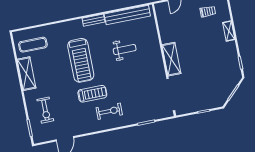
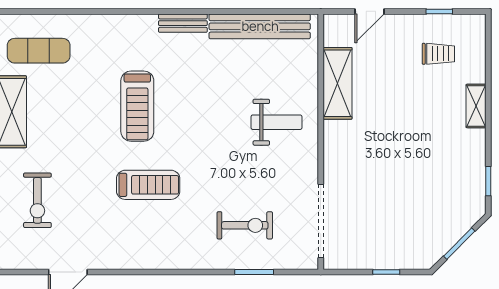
weight bench: (125, 50) -> (276, 122), moved
shelving: (171, 59) -> (337, 83), moved
treadmill: (81, 60) -> (137, 106), width x0.73, depth x0.73
exercise bike: (109, 111) -> (245, 225), moved

